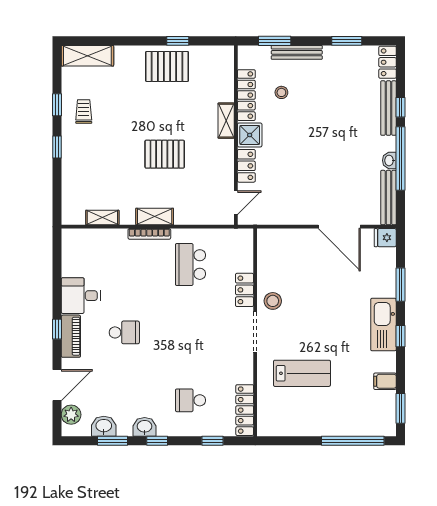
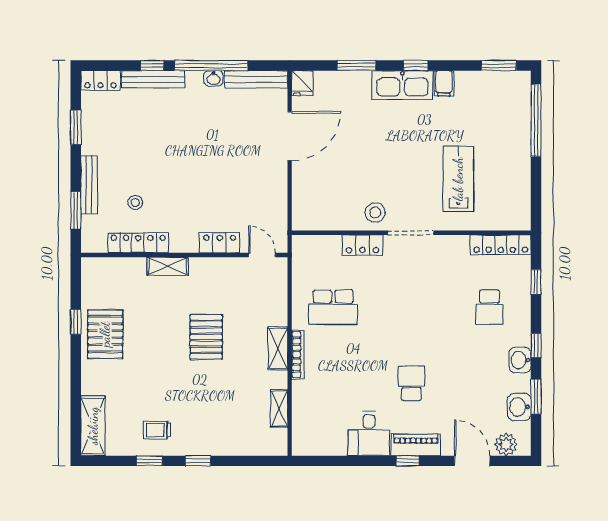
shower: (250, 135) -> (184, 239), removed
filing cabinet: (385, 381) -> (444, 83), moved

